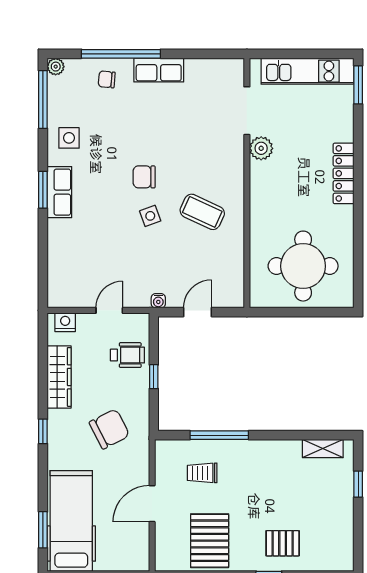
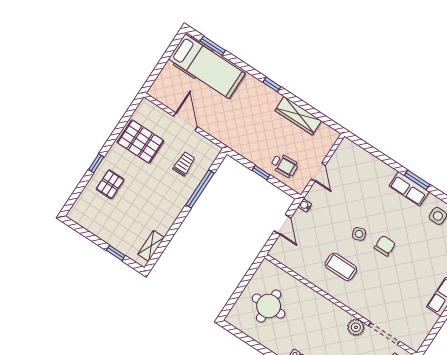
coffee table: (202, 212) -> (341, 267), turned 65
round table: (303, 266) -> (269, 306), width x0.73, depth x0.73
nightstand: (65, 322) -> (329, 141), removed
wheelchair: (127, 355) -> (284, 165), turned -94
chair: (109, 429) -> (247, 125), removed

